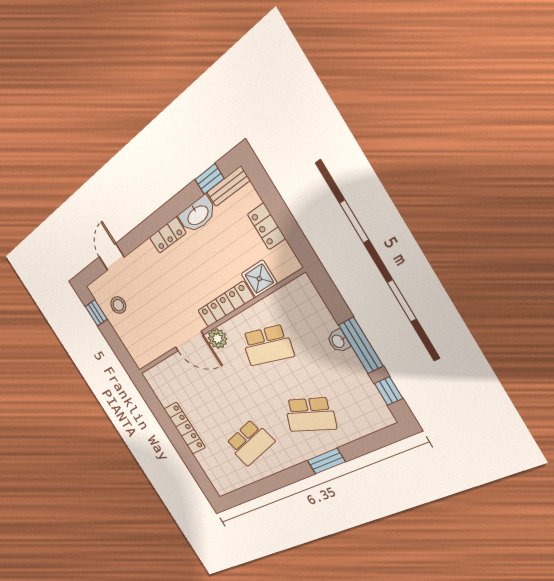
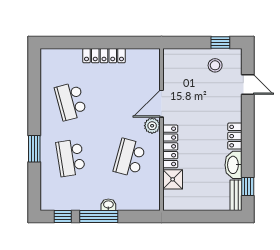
locker: (266, 226) -> (199, 204), removed
school desk: (310, 415) -> (71, 158), turned -30

